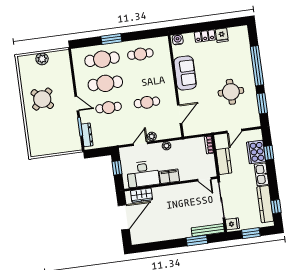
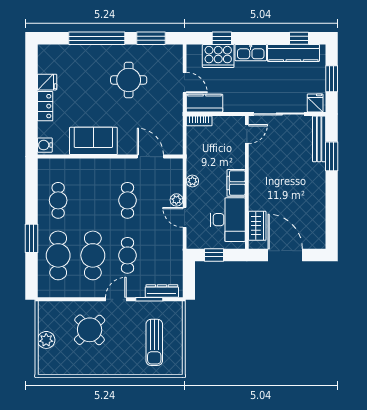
round table: (42, 99) -> (90, 330), moved
sun lounger: (51, 134) -> (154, 342), added
kitchen counter: (224, 161) -> (204, 103), moved

